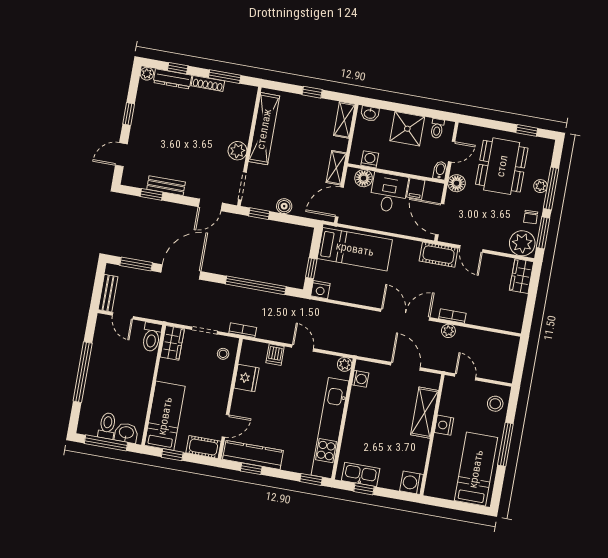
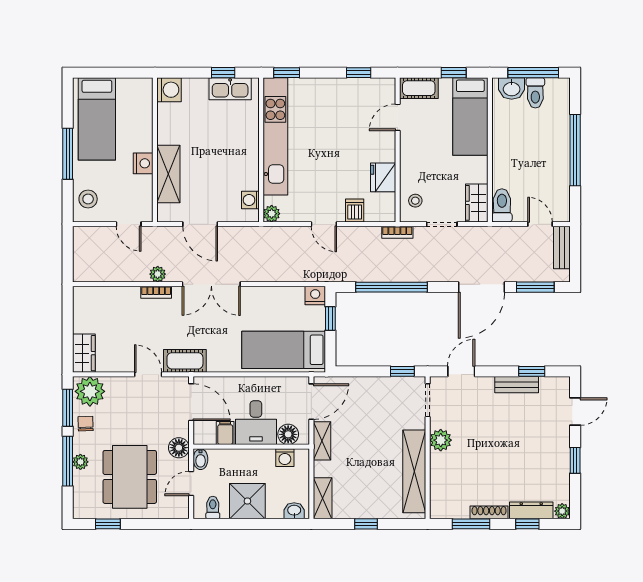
boiler: (284, 206) -> (375, 385), removed
kitchen counter: (253, 455) -> (360, 89), removed

